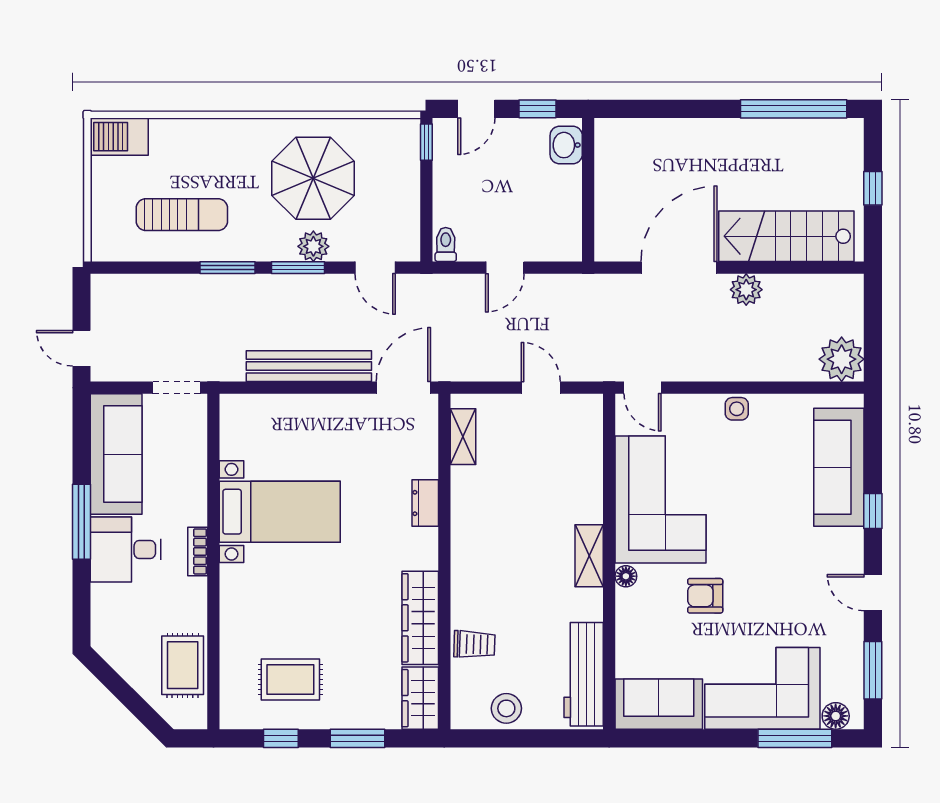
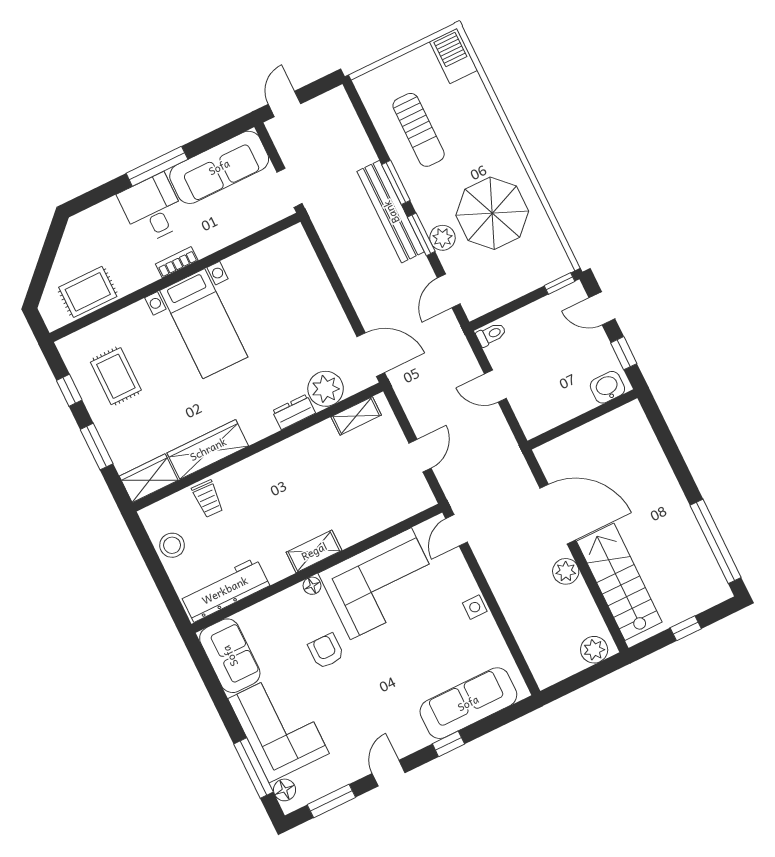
plant: (842, 359) -> (594, 650), moved, width x0.73, depth x0.73
bench: (309, 366) -> (391, 212), moved
plant: (417, 456) -> (326, 389), added
bed with nightstands: (280, 512) -> (204, 324), moved

